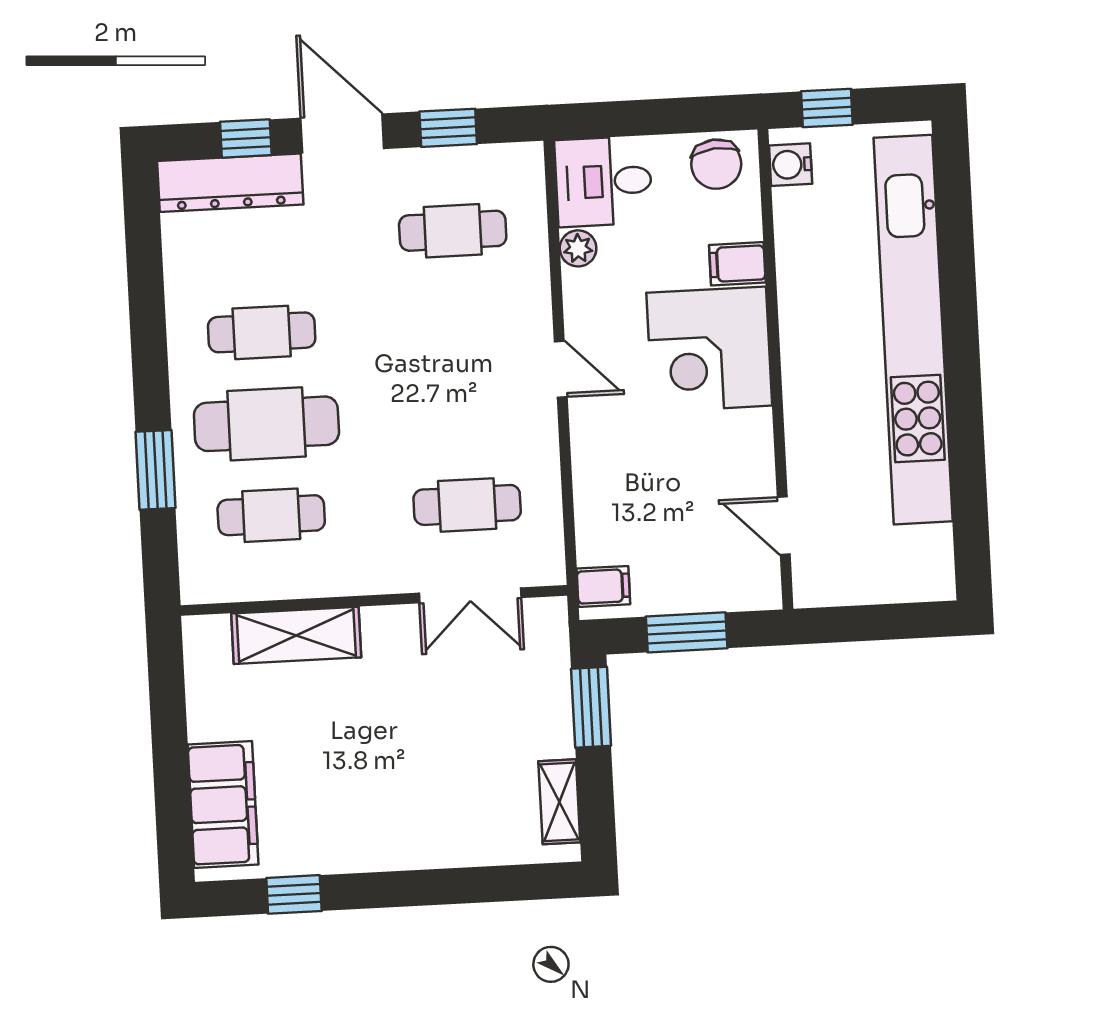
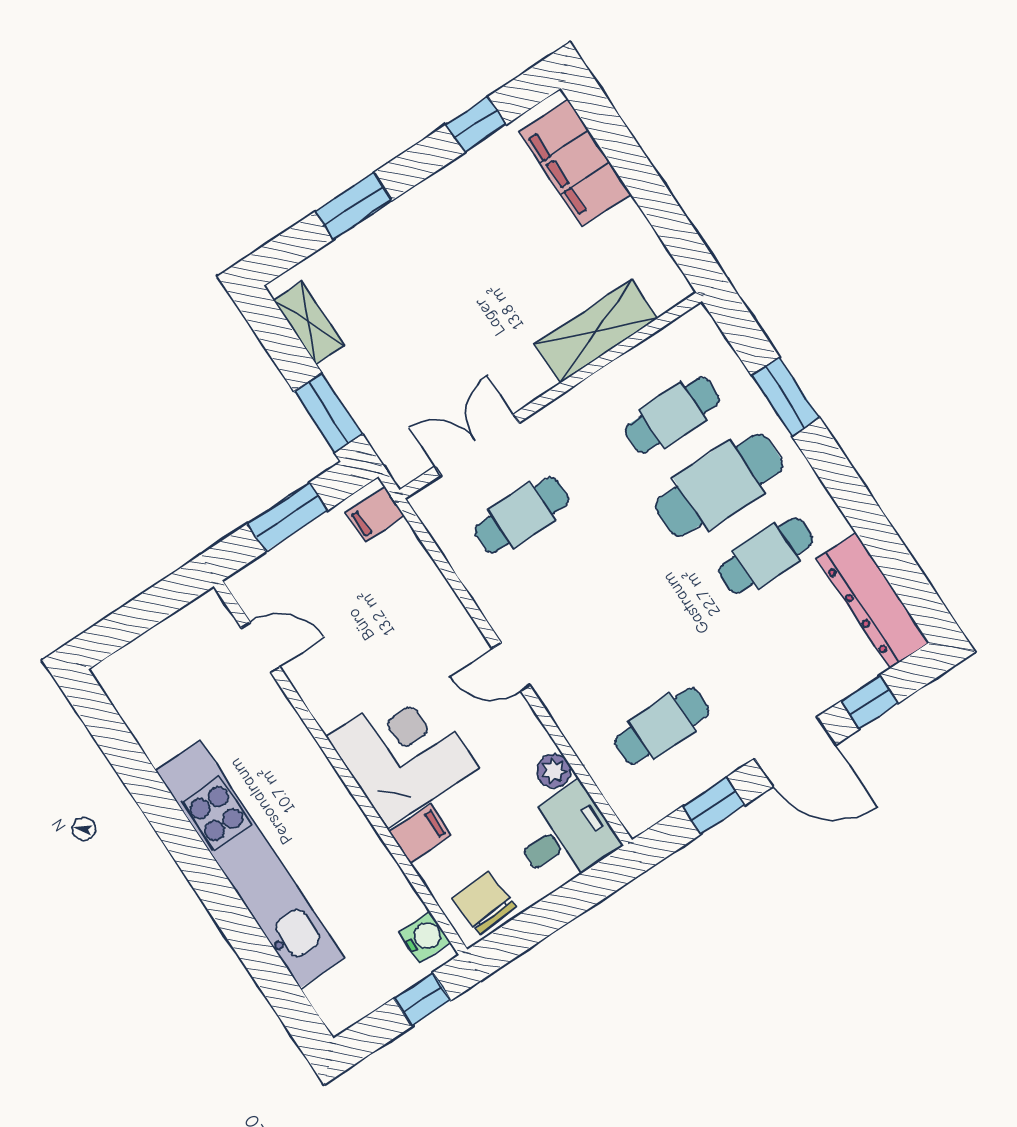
dresser: (230, 183) -> (873, 601), moved, turned -90
kitchen unit: (913, 330) -> (250, 864), width x0.73
window: (453, 886) -> (354, 206), added

